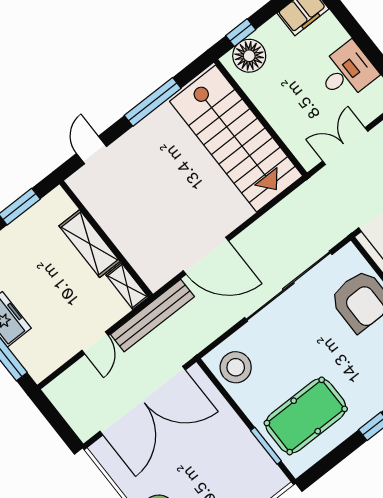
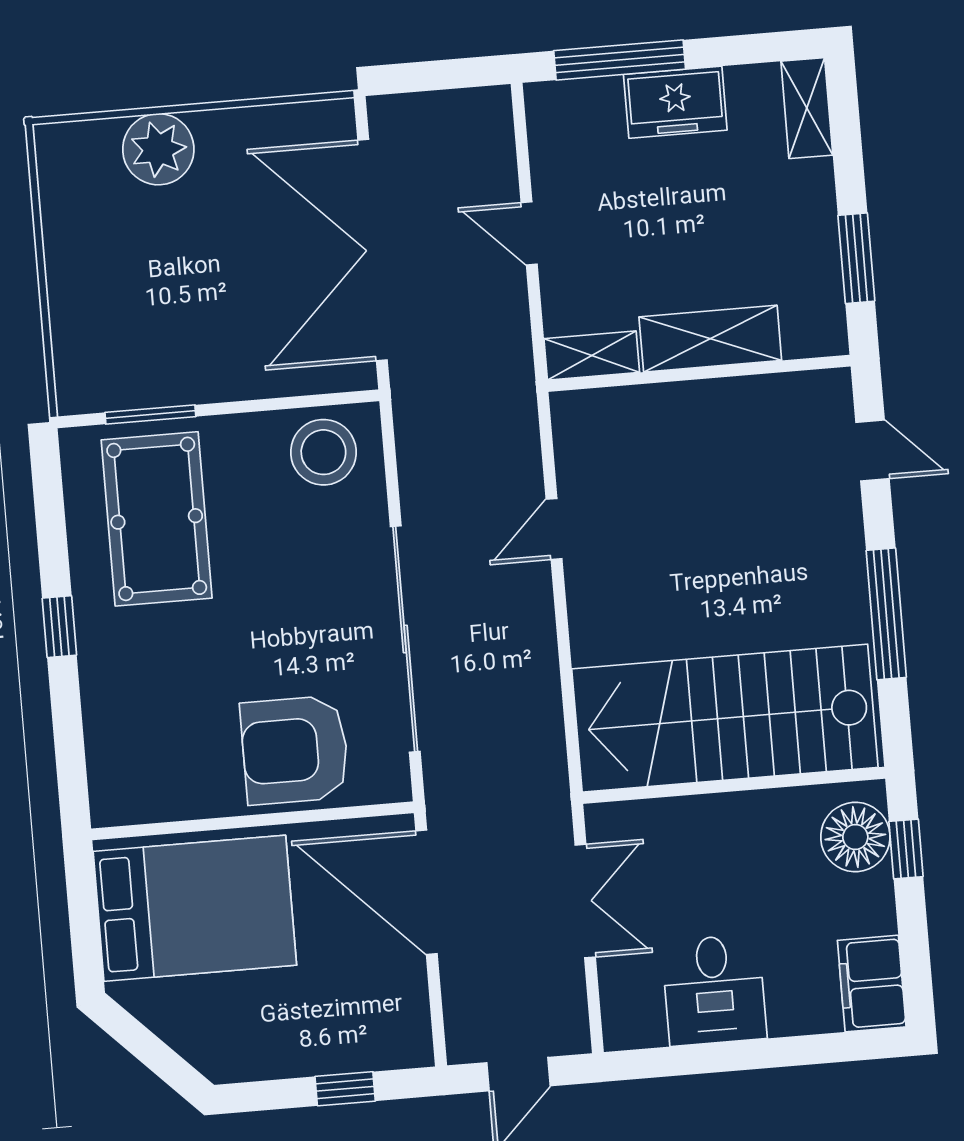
door: (206, 256) -> (554, 529), width x0.53
bench: (152, 316) -> (511, 366), removed

